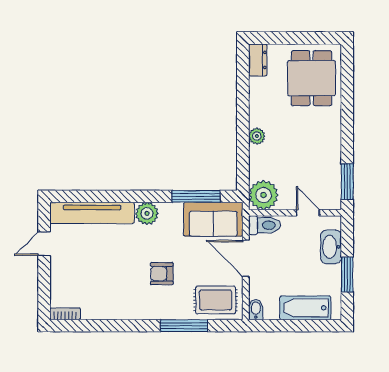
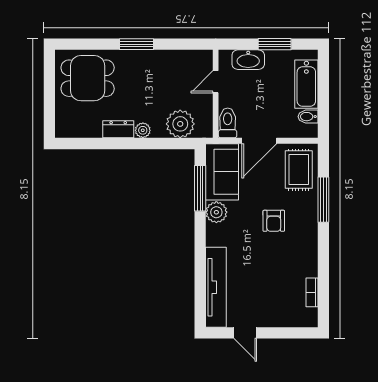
dresser: (258, 60) -> (118, 129), moved
window: (347, 182) -> (137, 44), moved
plant: (263, 195) -> (180, 124), moved
plant: (147, 213) -> (216, 212), moved
bidet: (256, 310) -> (308, 117), moved
bookcase: (65, 314) -> (312, 292), moved

